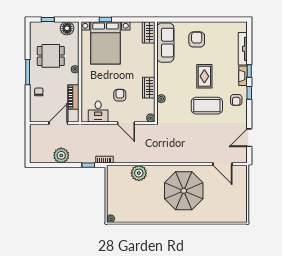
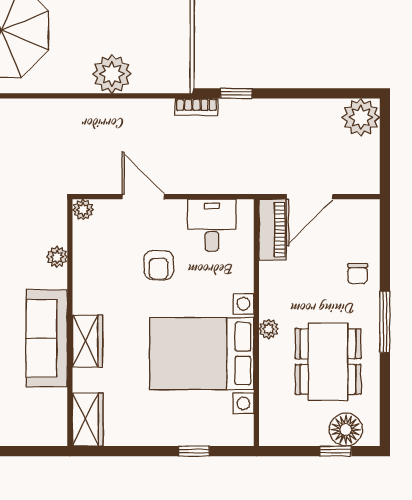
floor lamp: (67, 28) -> (346, 430), moved
bed with nightstands: (105, 43) -> (202, 354), moved, turned -90
sofa: (165, 43) -> (47, 338), moved
dining table: (51, 56) -> (328, 362), width x1.38
wardrobe: (149, 88) -> (88, 341), moved
piano: (73, 97) -> (272, 230), moved
plant: (61, 155) -> (361, 117), moved

